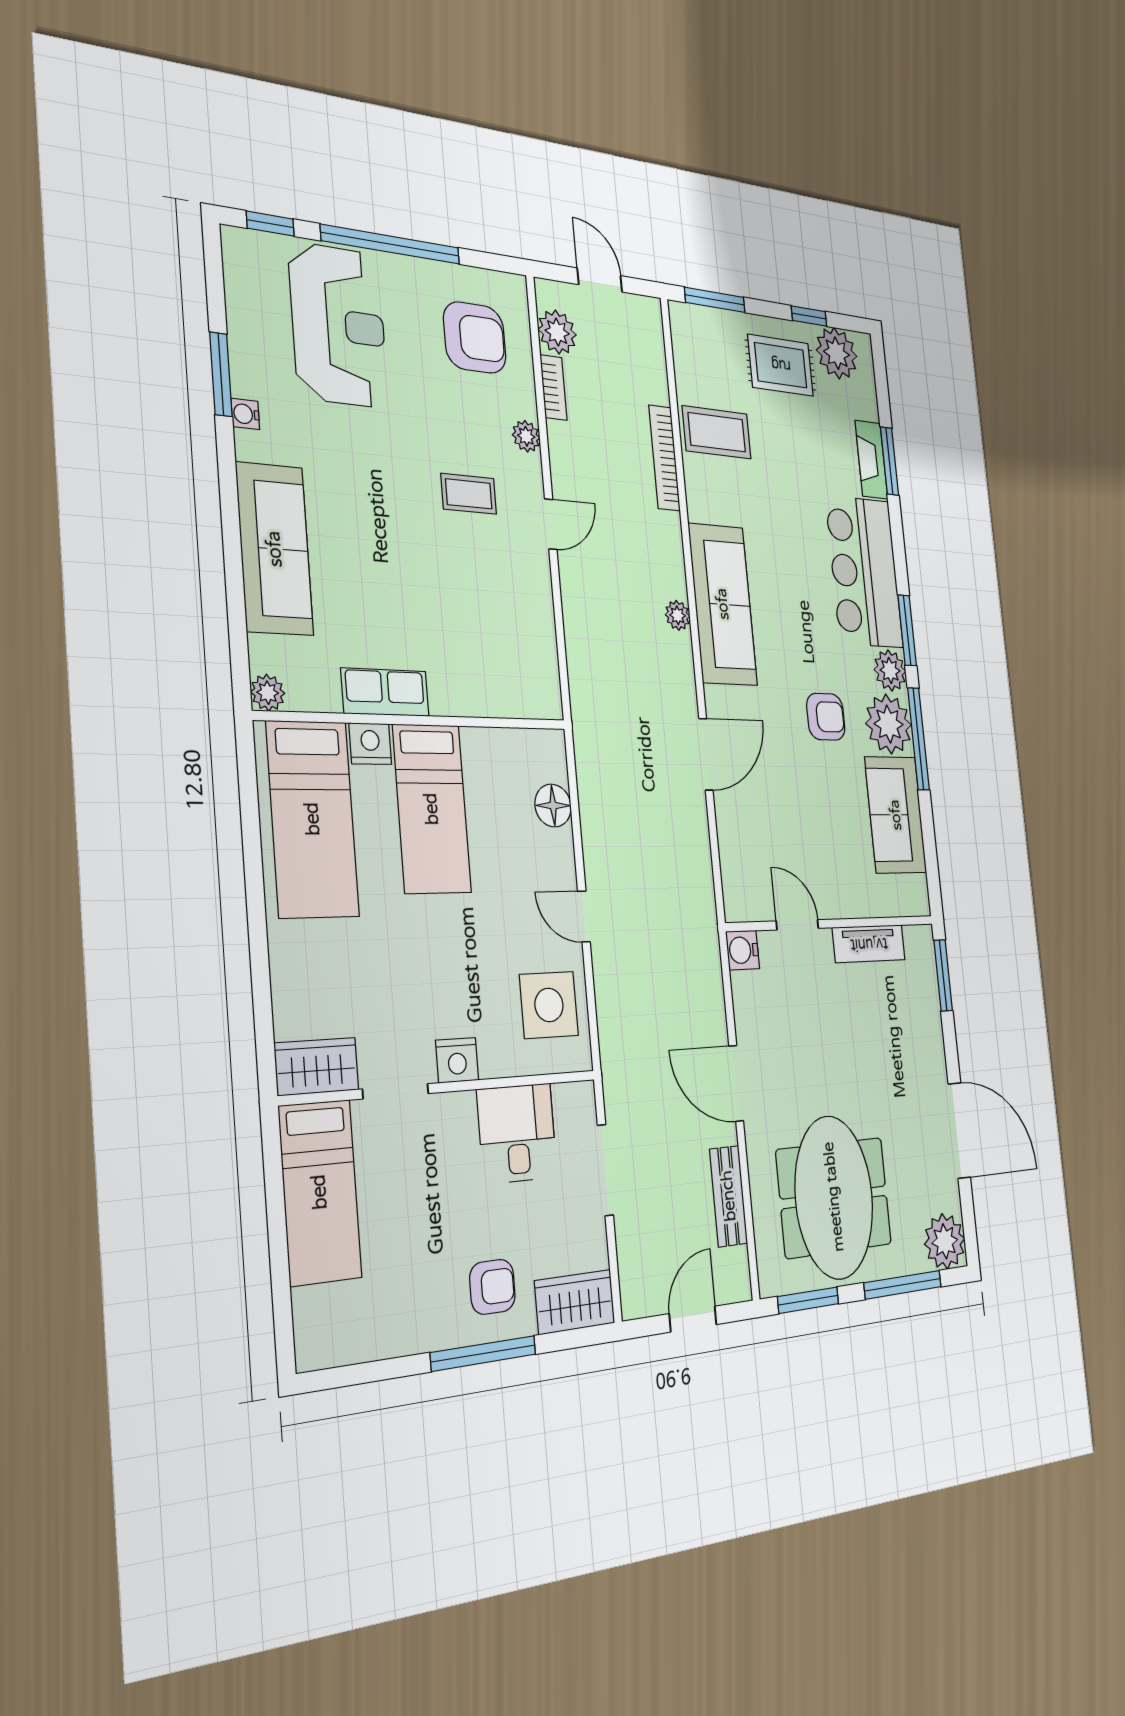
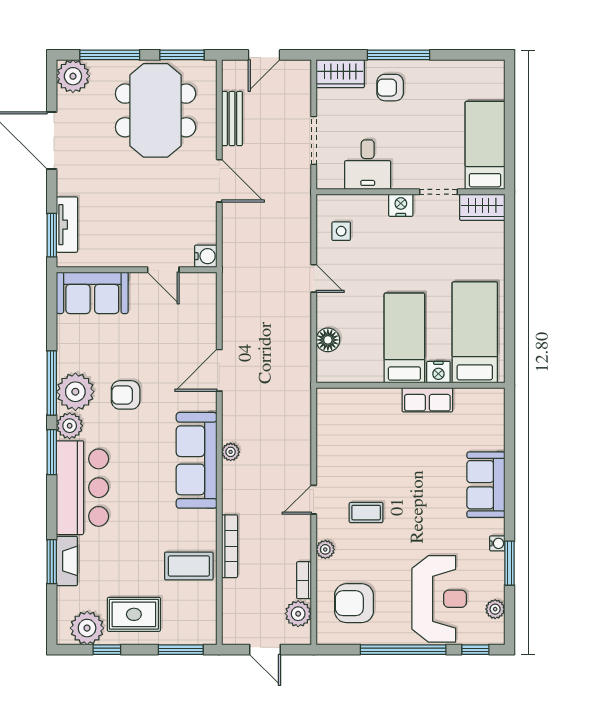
reception desk: (338, 325) -> (439, 599), turned 180
sofa: (275, 549) -> (486, 485), width x0.73
plant: (268, 693) -> (495, 609), moved
sofa: (896, 815) -> (92, 293), moved, turned 90
tv unit: (869, 944) -> (67, 225), moved, turned 90
side table: (549, 1005) -> (341, 231), width x0.54, depth x0.54

